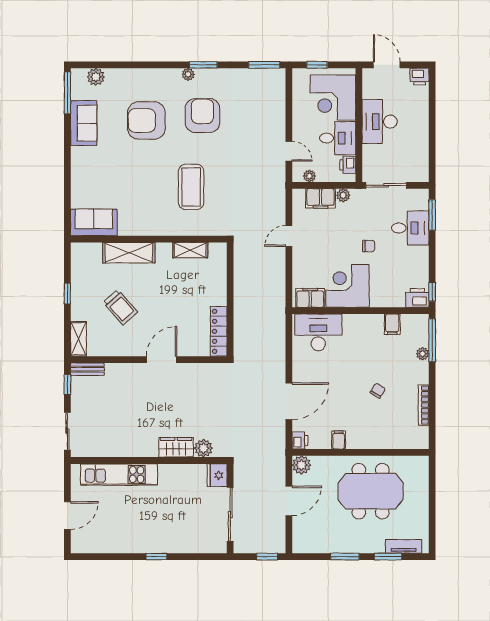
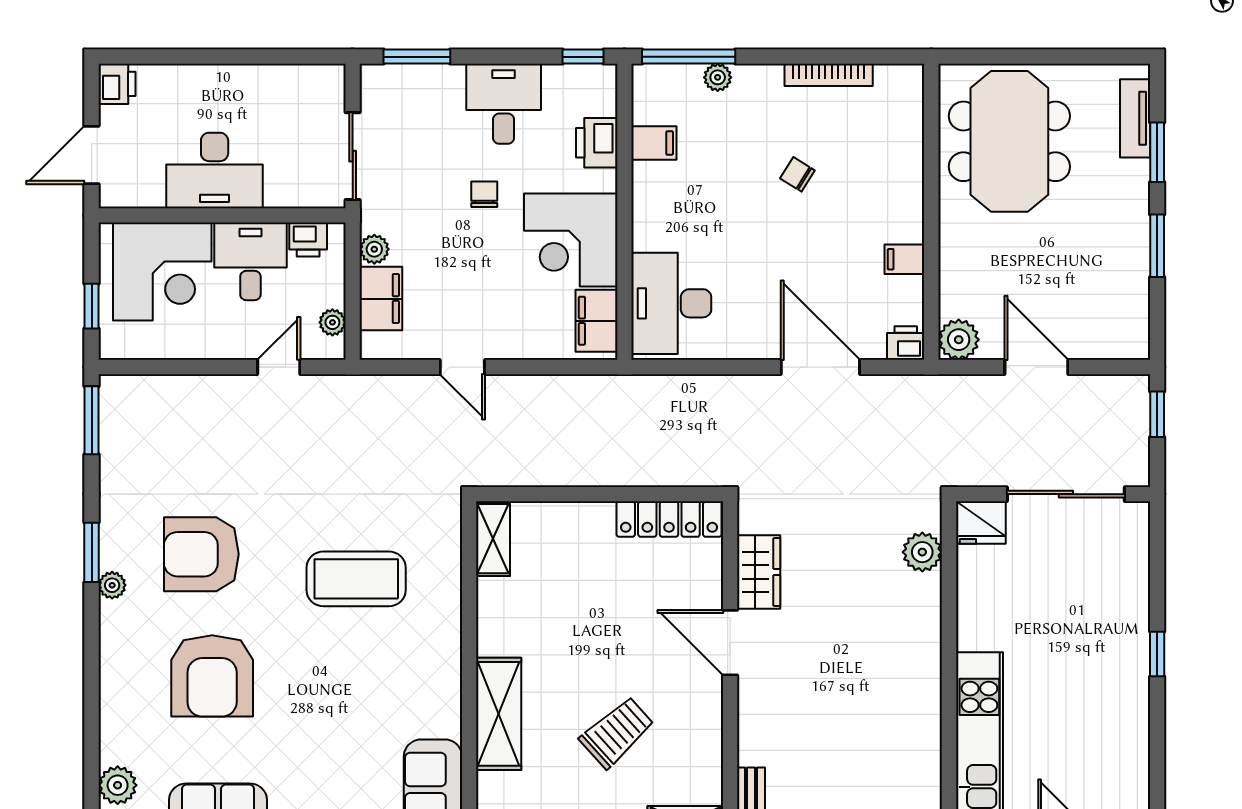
desk: (410, 228) -> (504, 104), moved
shelving: (190, 250) -> (493, 539), moved
printer: (417, 298) -> (597, 143), moved
wardrobe: (176, 447) -> (759, 572), moved, turned 180
meeting table: (371, 491) -> (1009, 141), moved

